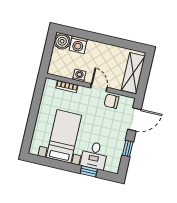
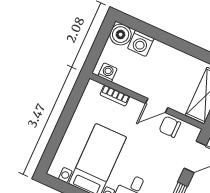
washing machine: (79, 76) -> (108, 72), moved
door: (99, 88) -> (157, 106), swing flipped

